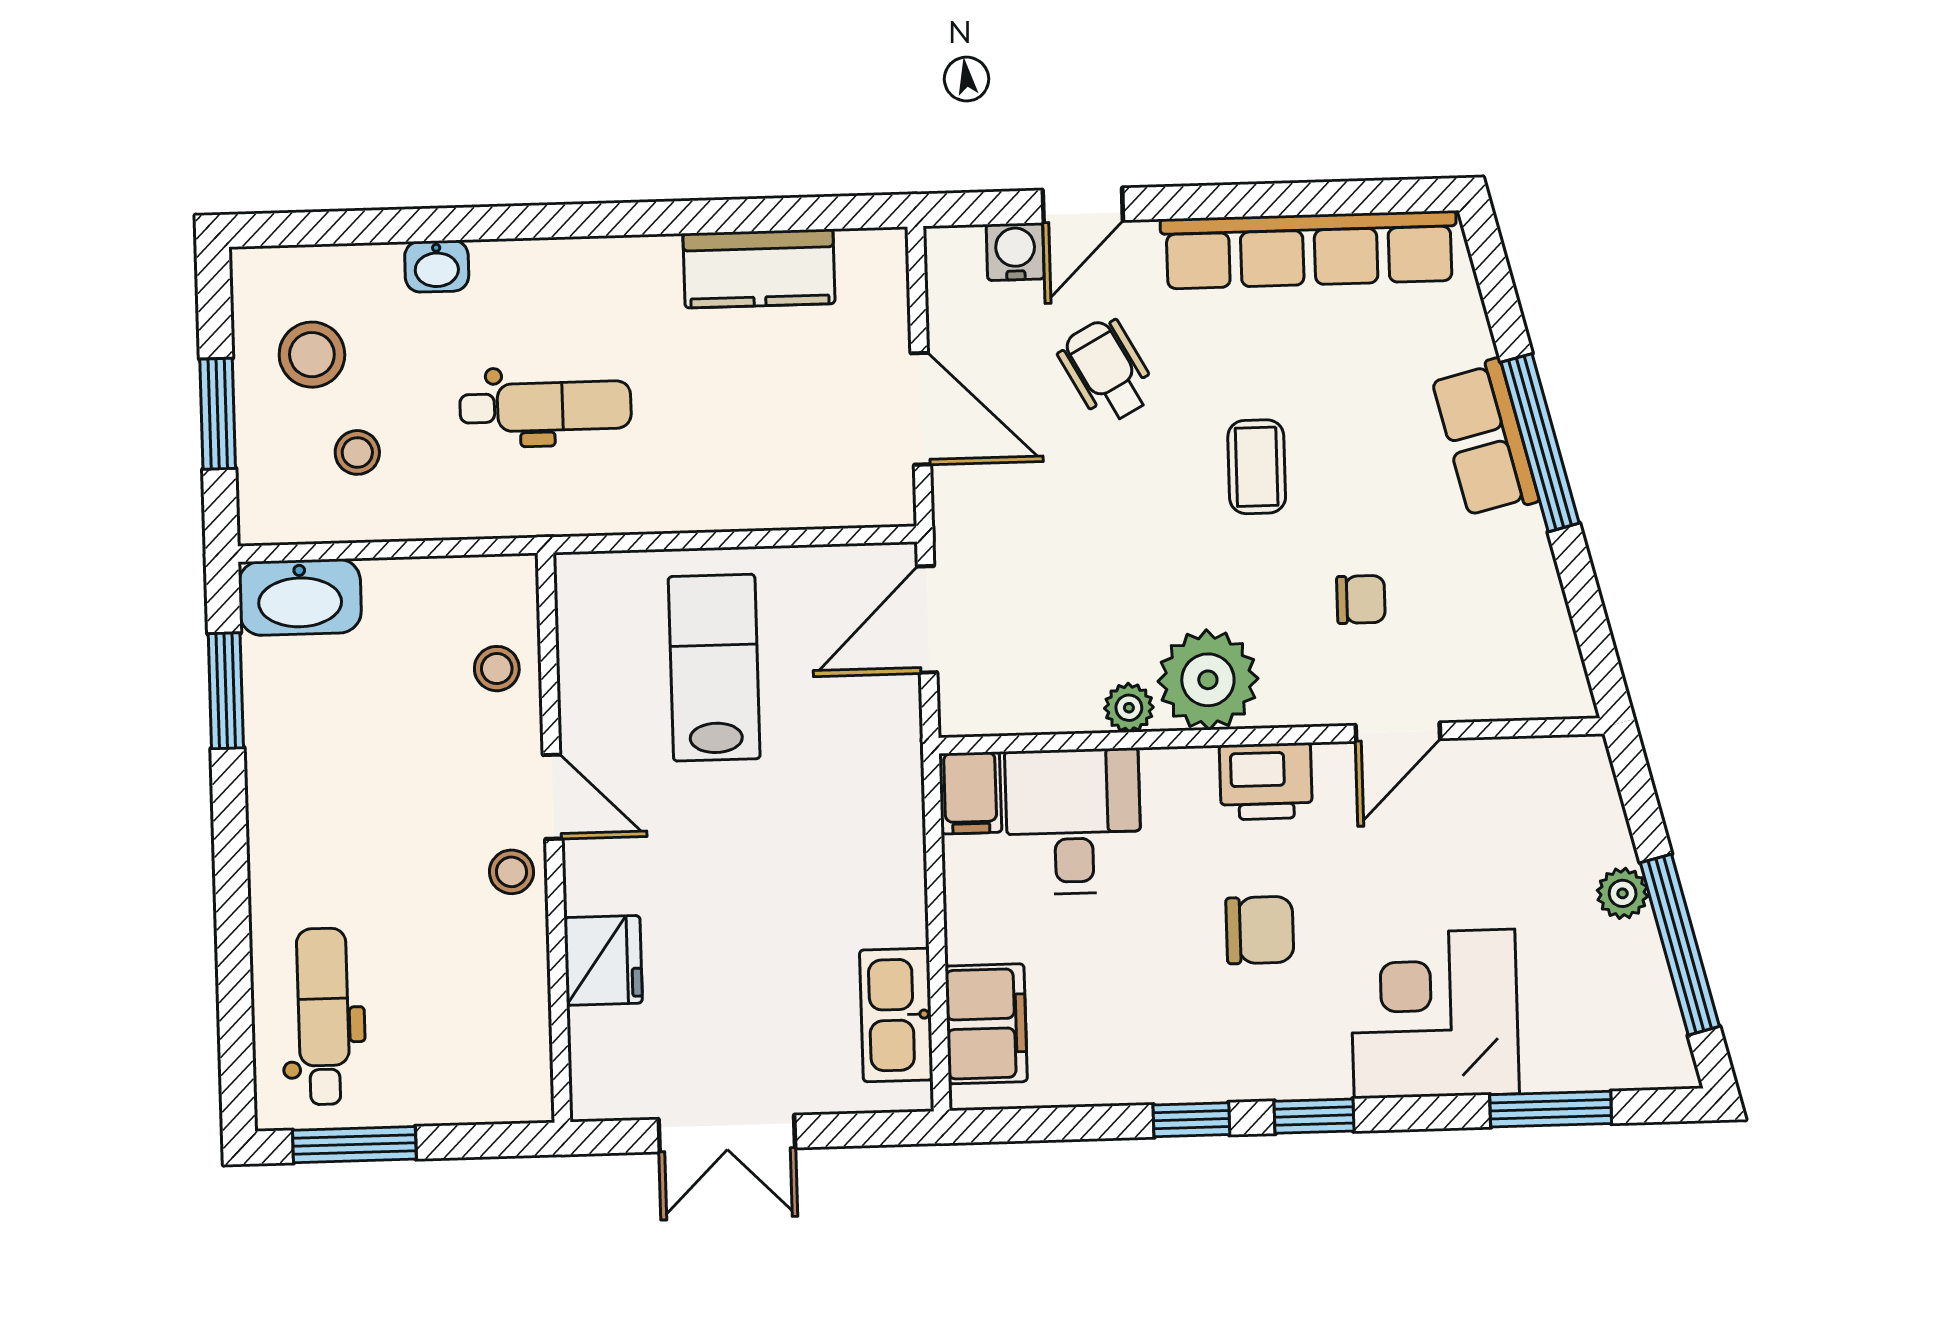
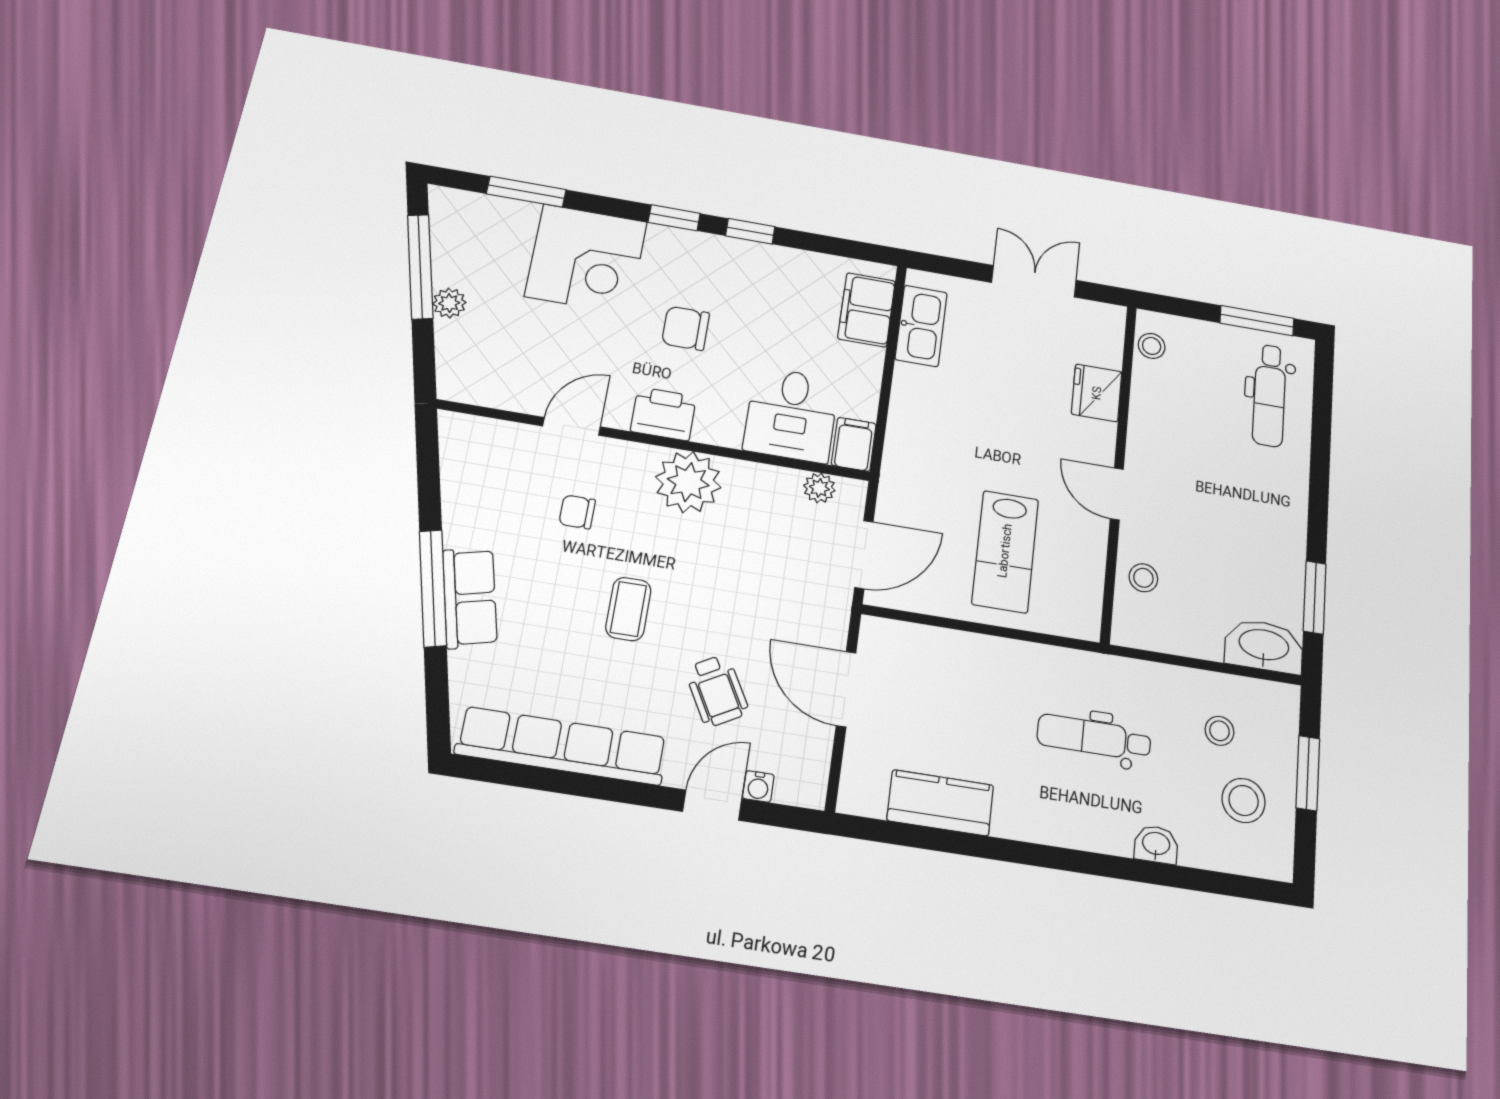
water cooler: (1015, 252) -> (758, 786), width x0.72, depth x0.72
plant: (1129, 708) -> (819, 488), moved
stool: (512, 872) -> (1152, 346), moved

